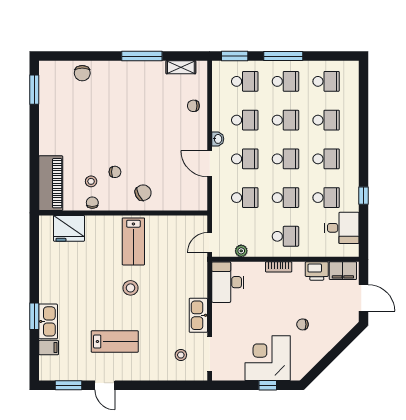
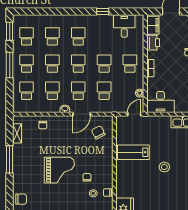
window: (235, 56) -> (10, 31), moved
grand piano: (126, 131) -> (59, 170), added
chair: (143, 193) -> (98, 132), moved
school desk: (326, 198) -> (104, 36), removed
lab bench: (133, 241) -> (133, 152), moved, turned 180
door: (210, 243) -> (134, 114), swing flipped

